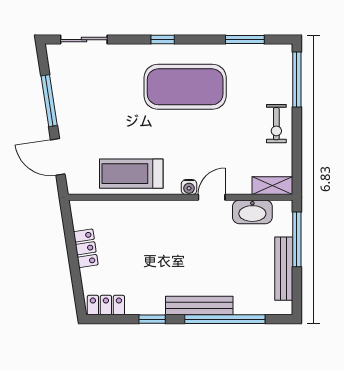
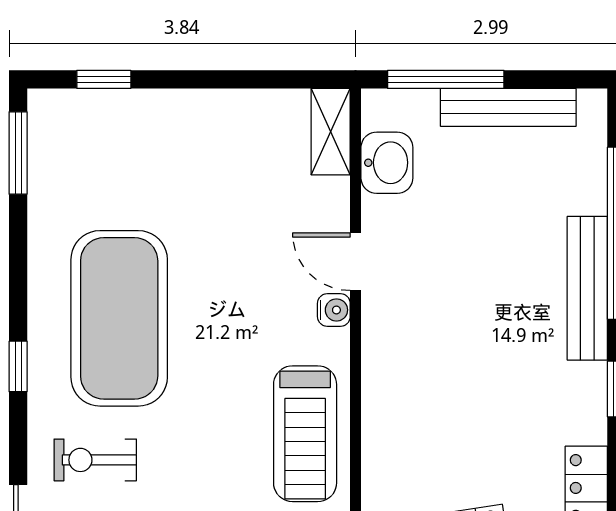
window: (245, 40) -> (18, 153), moved
window: (297, 80) -> (104, 79), width x0.46
exercise bike: (276, 124) -> (95, 460), moved, turned 180
washbasin: (252, 212) -> (387, 163), width x0.72

